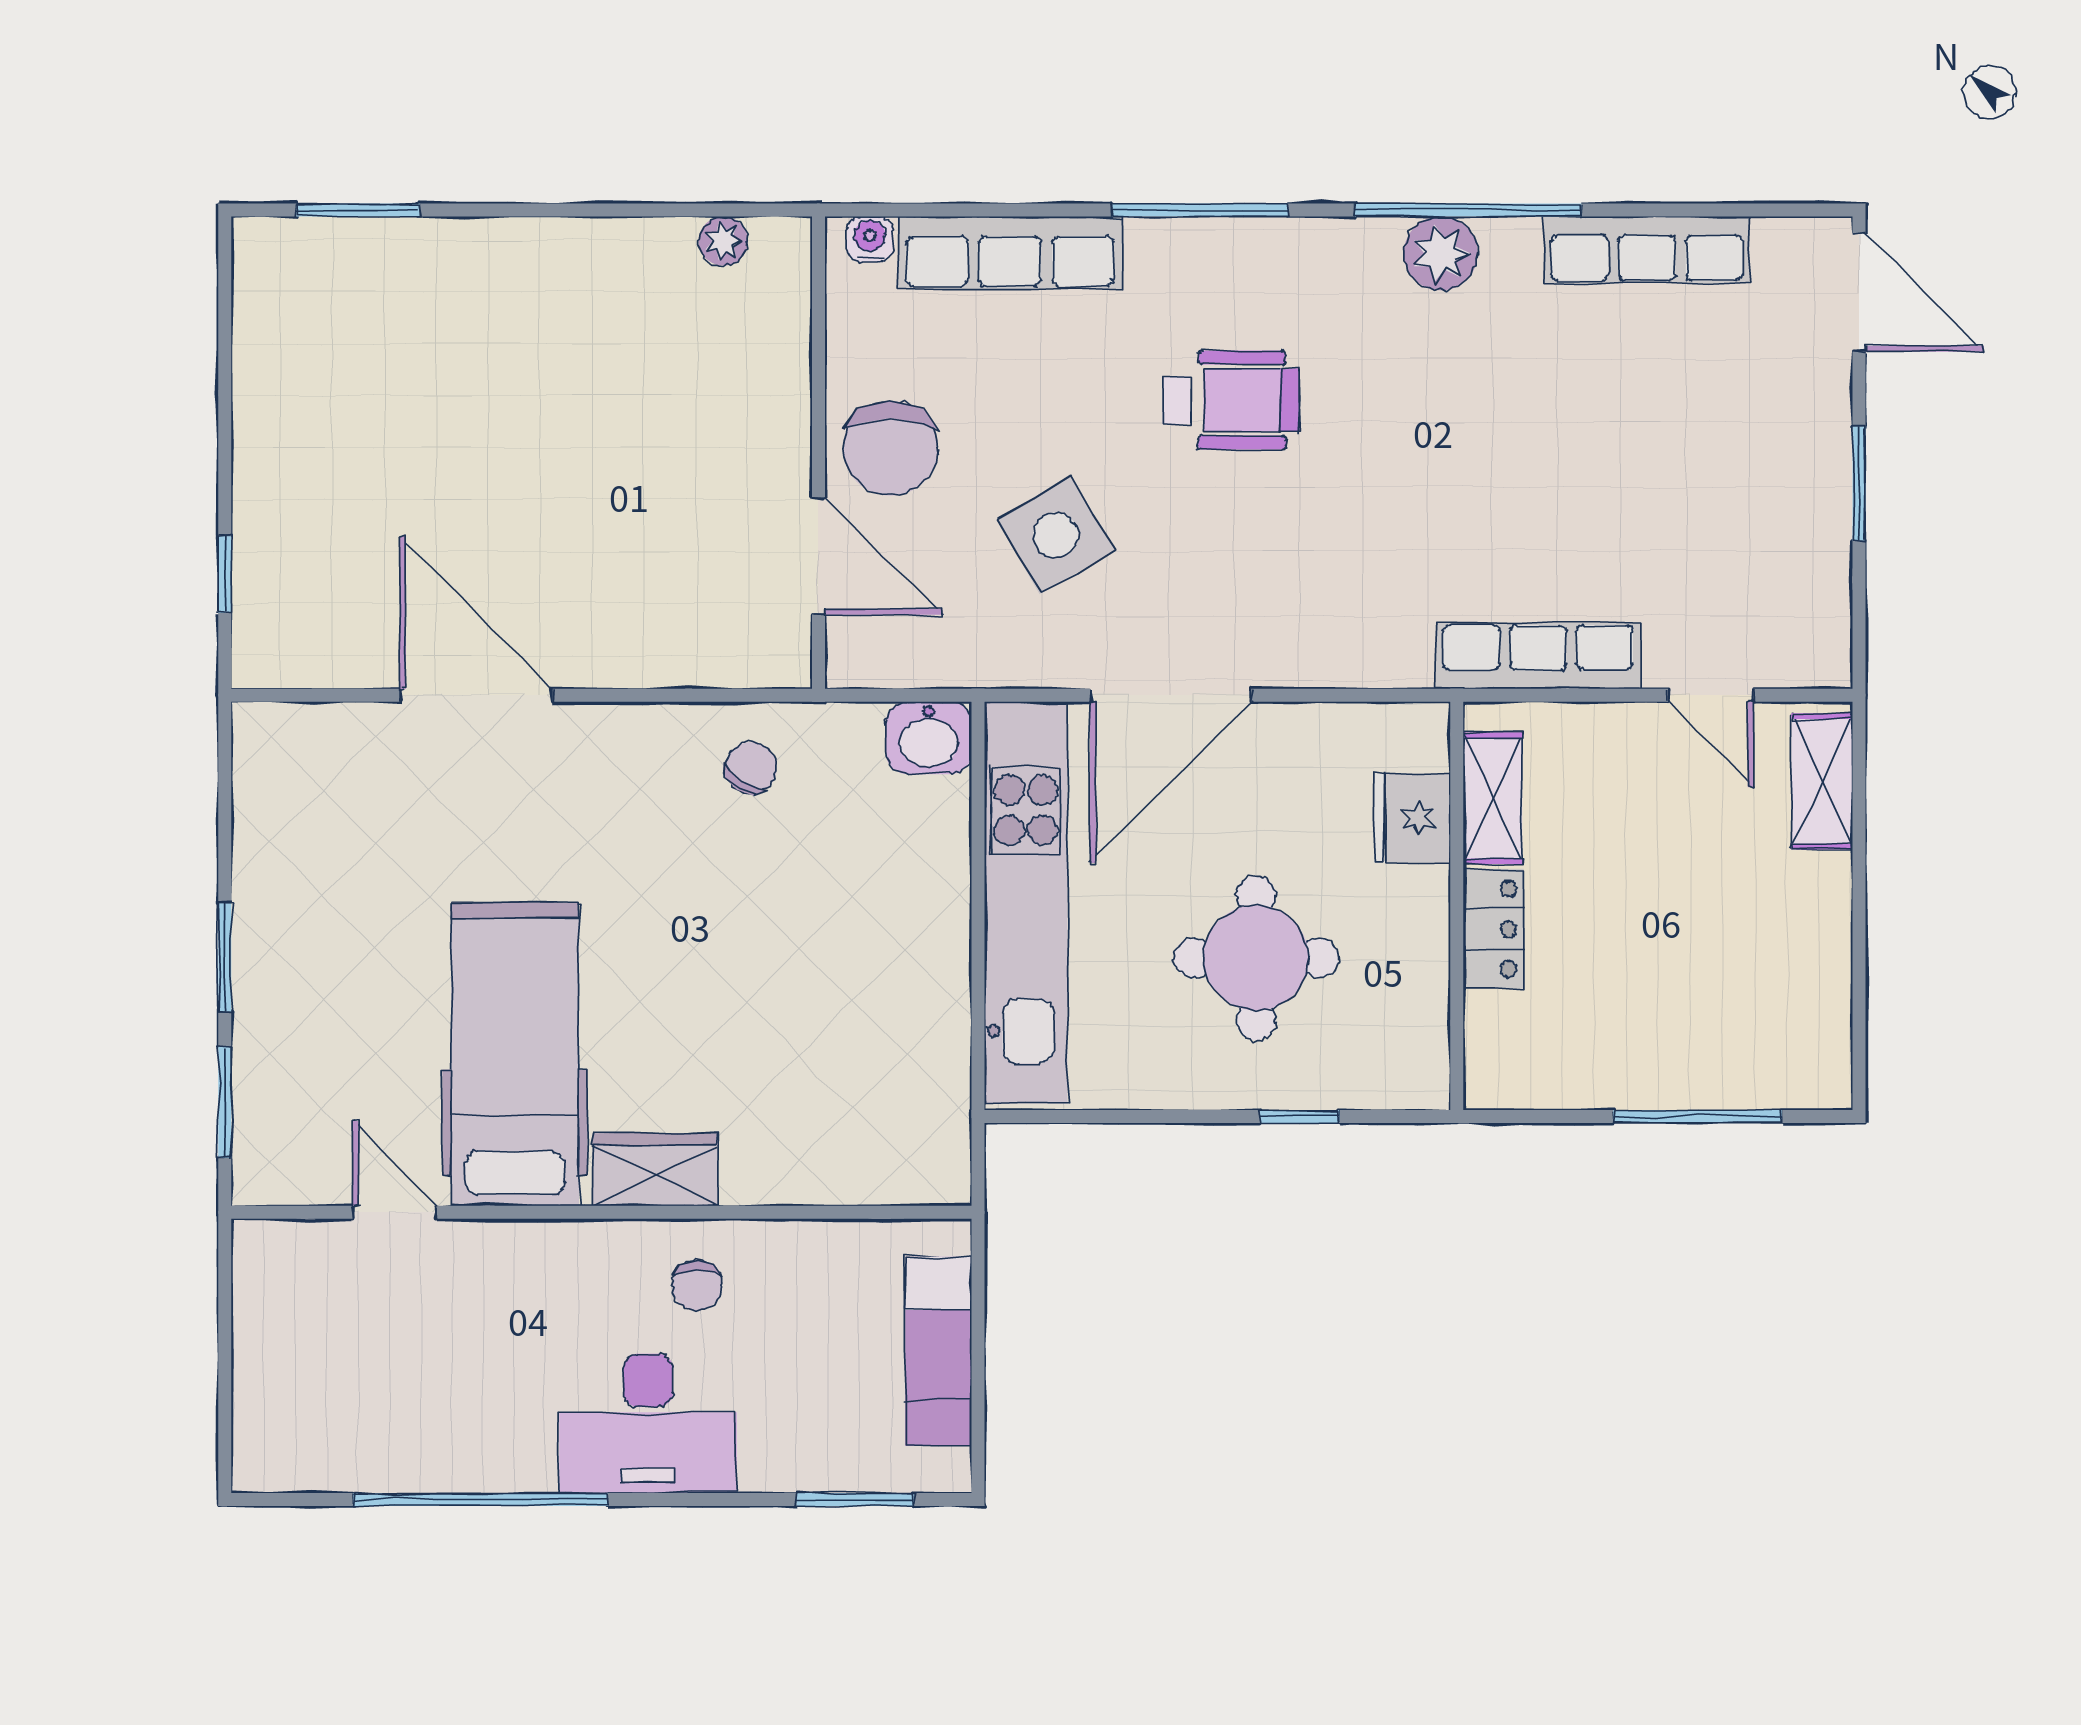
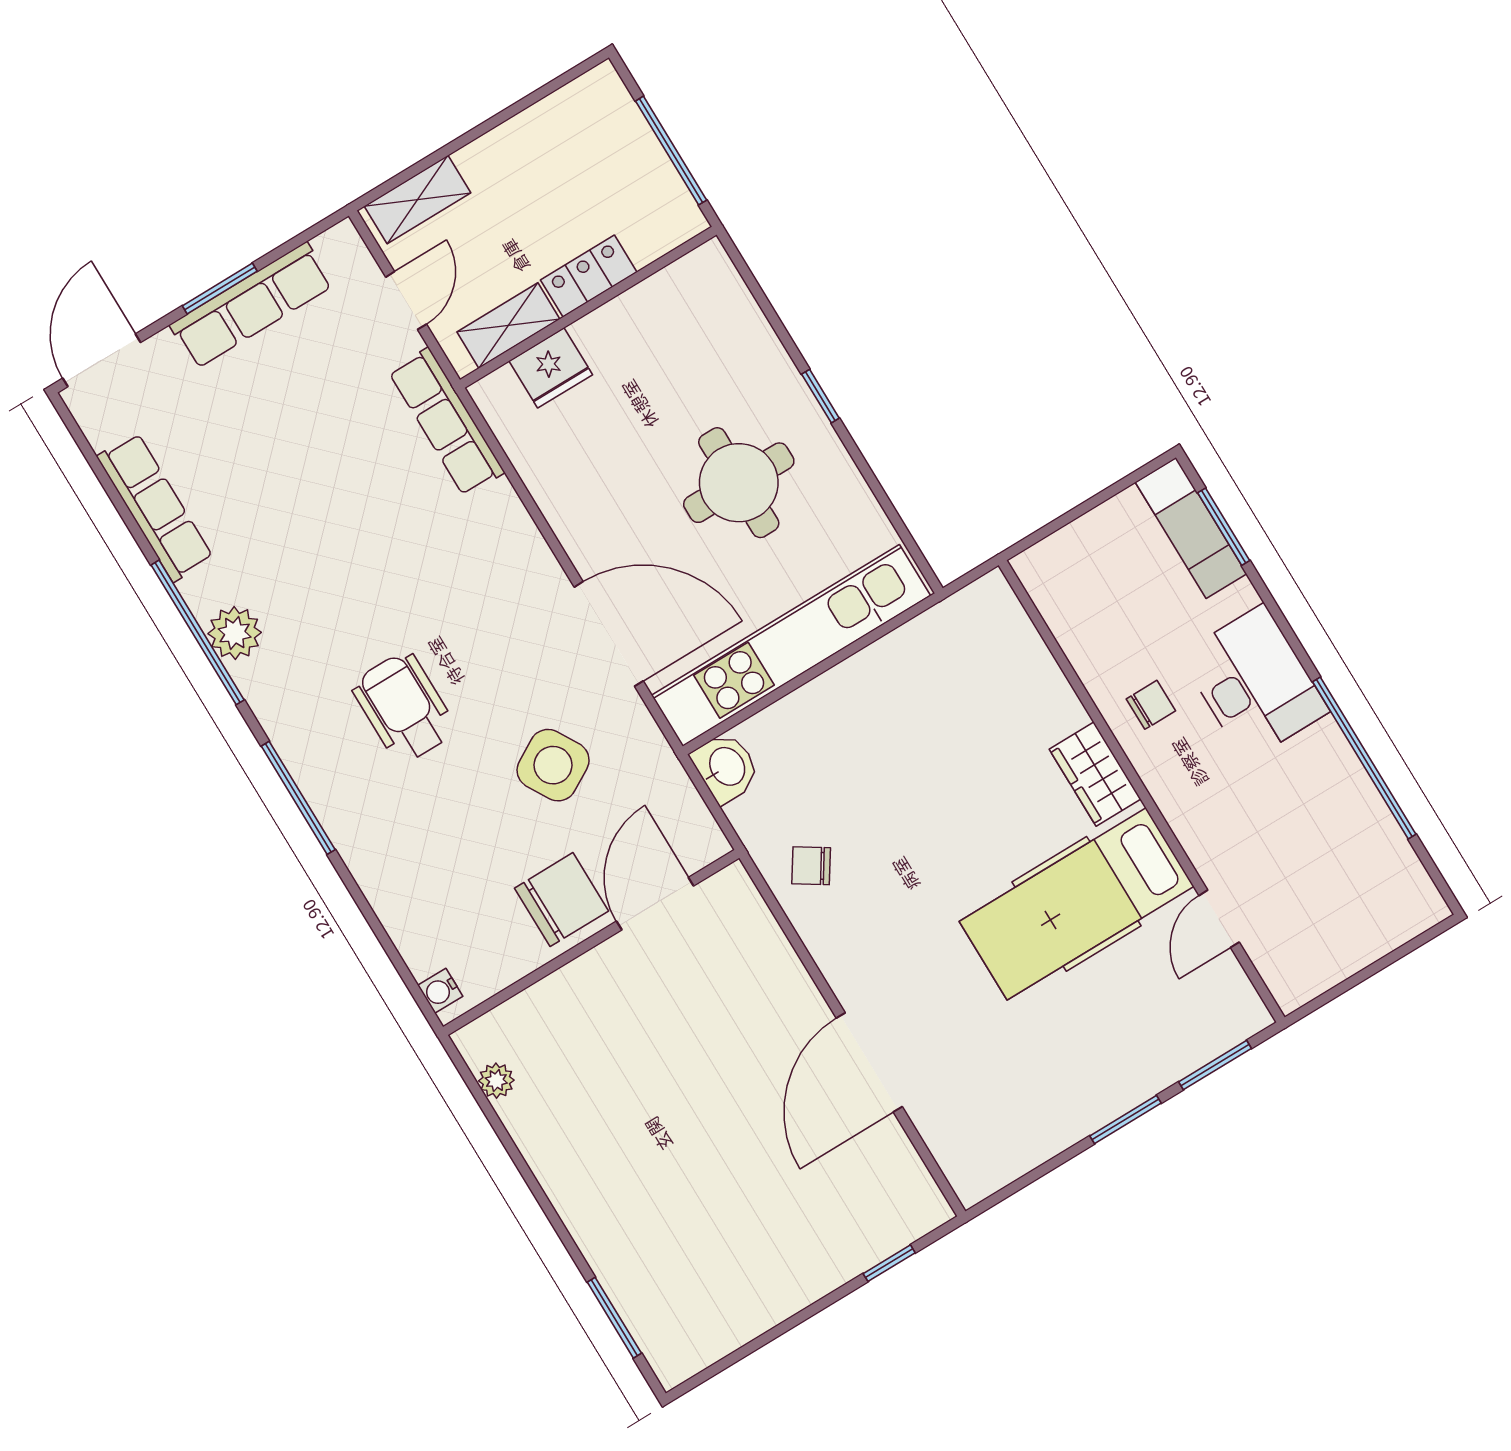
row of seats: (1010, 253) -> (251, 305), moved, turned 90
shelving: (1493, 798) -> (508, 326), moved
fridge: (1412, 818) -> (551, 368), moved
wall: (1457, 906) -> (588, 307), moved
locker: (1493, 929) -> (589, 276), moved
exam couch: (939, 1351) -> (1191, 528), moved, turned 90

